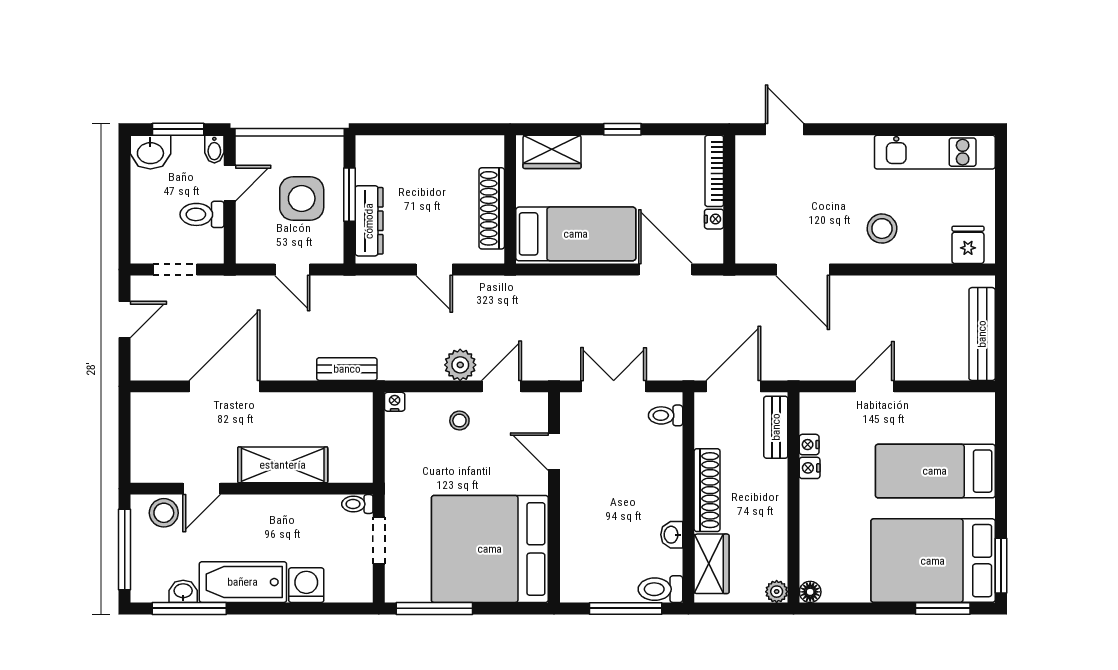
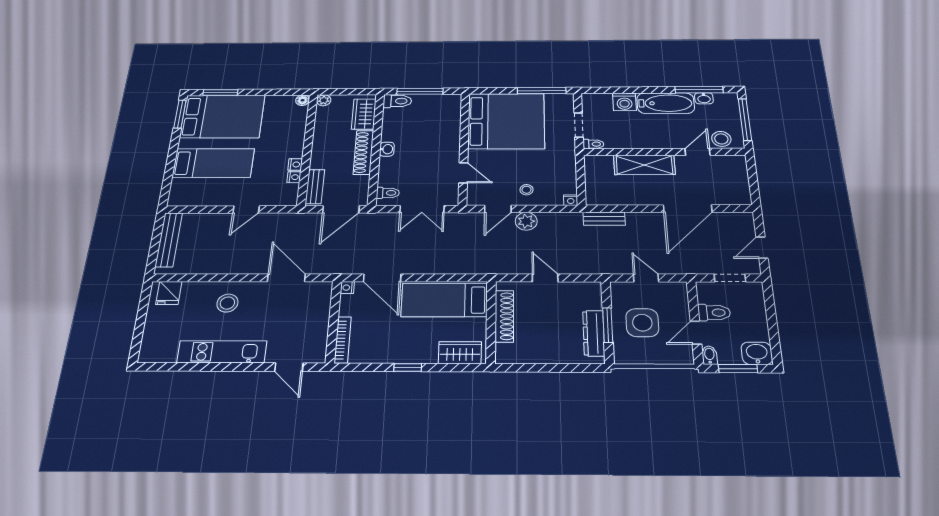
kitchen unit: (935, 152) -> (222, 352), moved
nightstand: (714, 219) -> (347, 288), moved
dresser: (369, 221) -> (594, 333), moved
washbasin: (672, 535) -> (387, 149), moved

